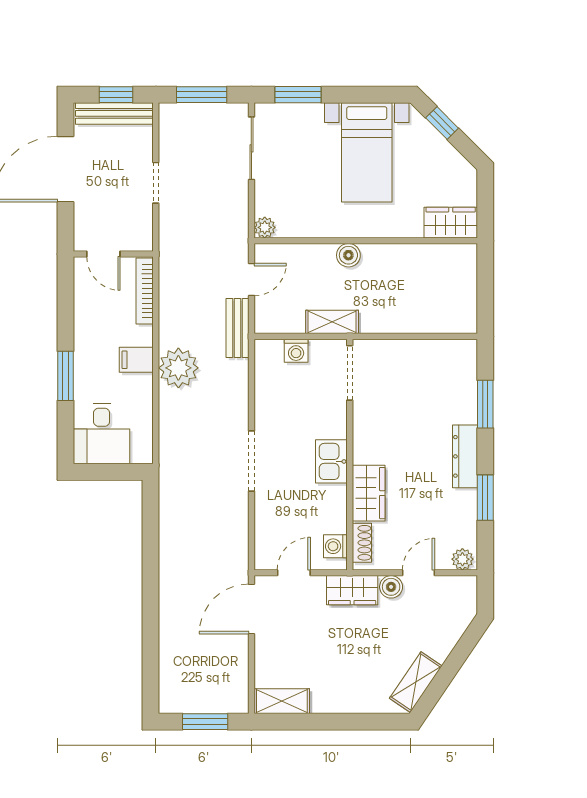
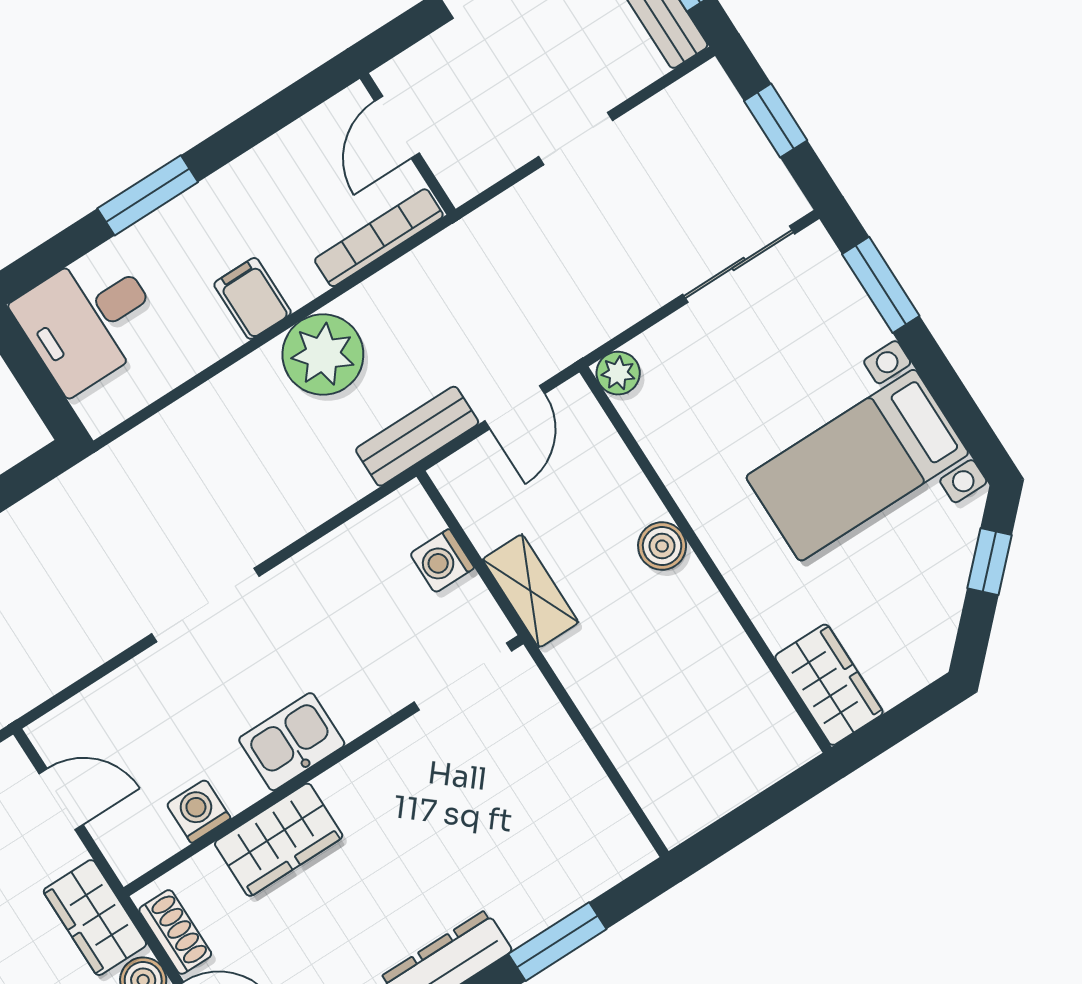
window: (202, 95) -> (776, 121), width x0.67
door: (251, 280) -> (515, 407), hinge flipped
plant: (178, 368) -> (323, 355), moved
shoe rack: (362, 543) -> (175, 932), moved, turned -90
washing machine: (335, 546) -> (199, 811), moved

